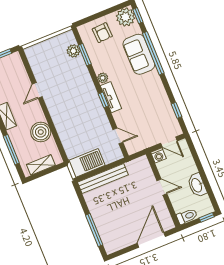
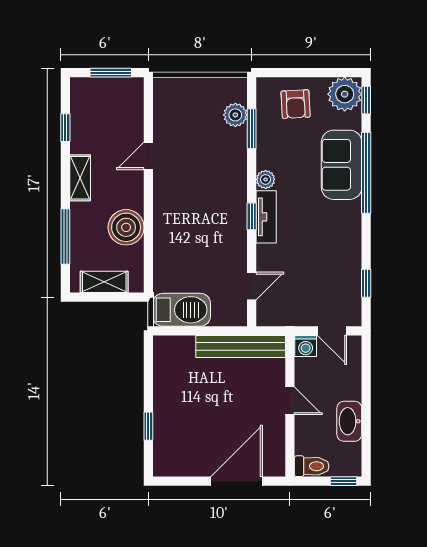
door: (118, 136) -> (252, 286), hinge flipped
bench: (103, 178) -> (241, 346), moved
window: (94, 230) -> (148, 426), width x0.46

